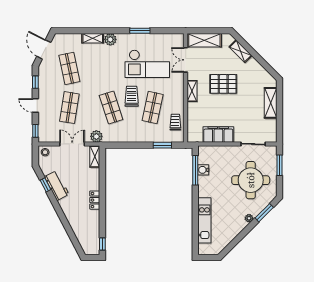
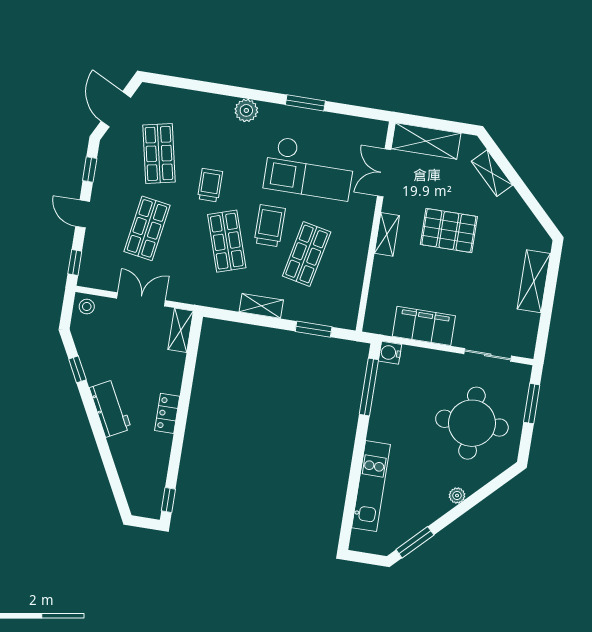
shelving: (93, 38) -> (261, 306), moved
trolley: (175, 122) -> (210, 185), moved
plant: (96, 136) -> (190, 292), removed
water cooler: (203, 170) -> (390, 353), moved
workbench: (57, 186) -> (110, 408), moved
window: (264, 213) -> (415, 542), moved

